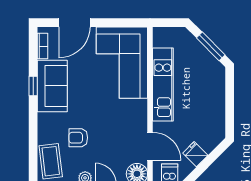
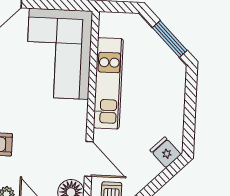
fridge: (195, 154) -> (165, 152), moved

